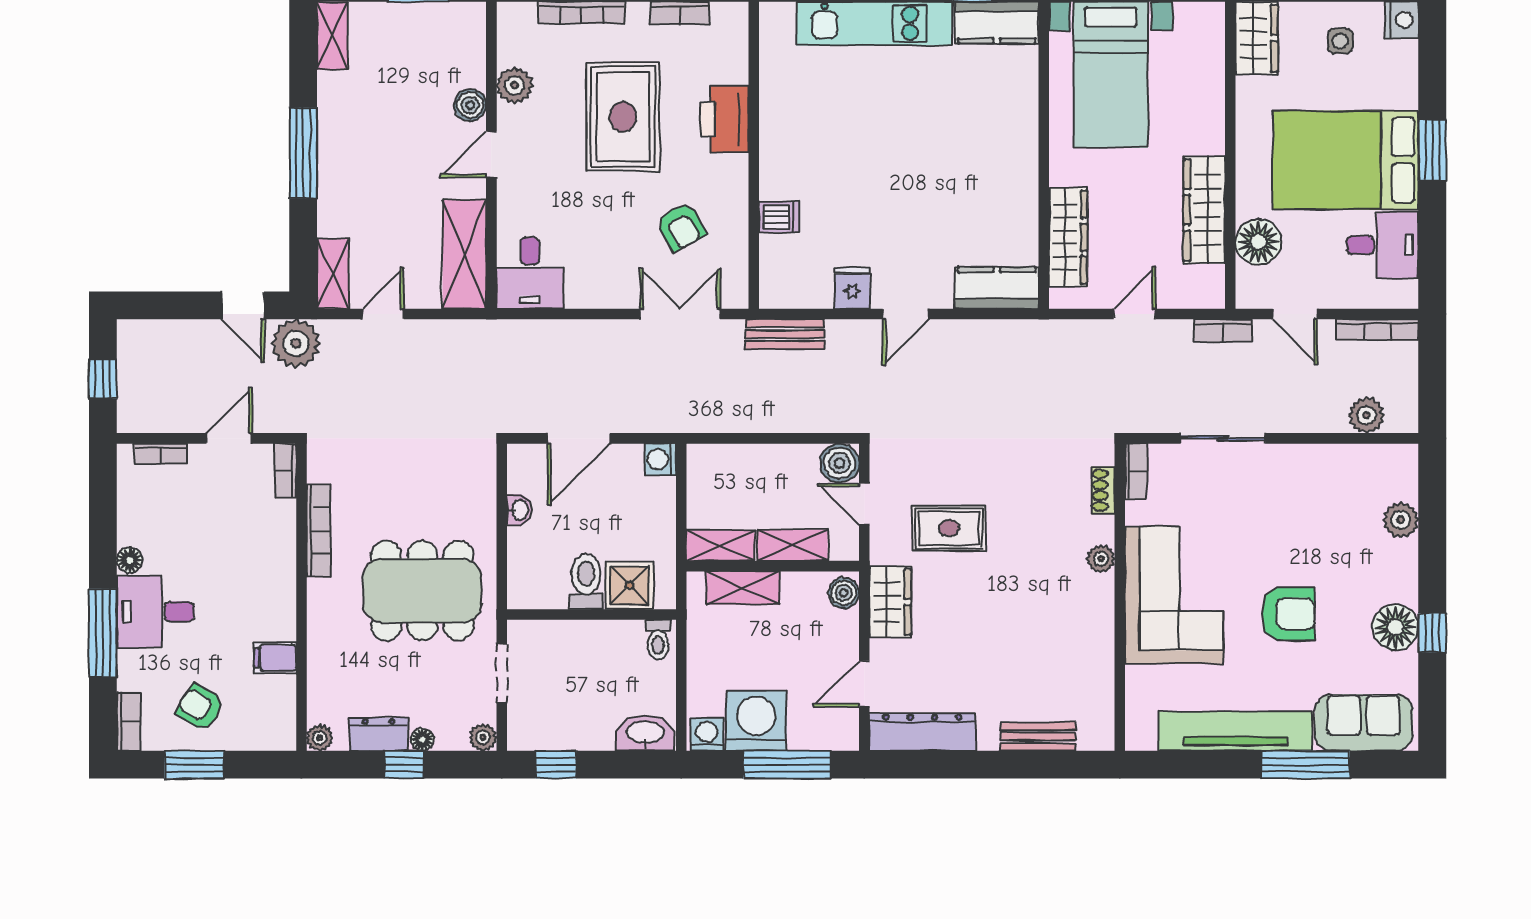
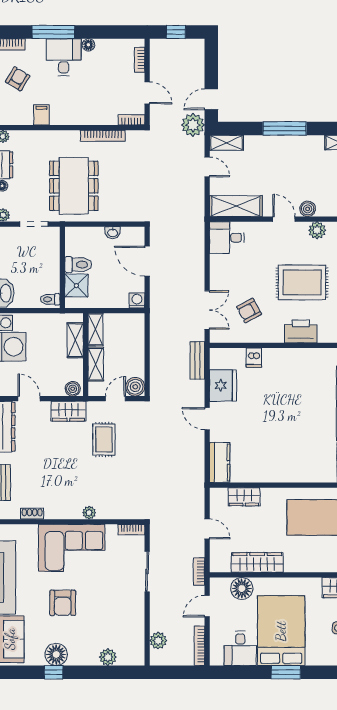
wardrobe: (1068, 237) -> (244, 497), width x0.67
fridge: (852, 288) -> (223, 385), width x1.88, depth x1.34
shoe rack: (1103, 490) -> (32, 514), moved

